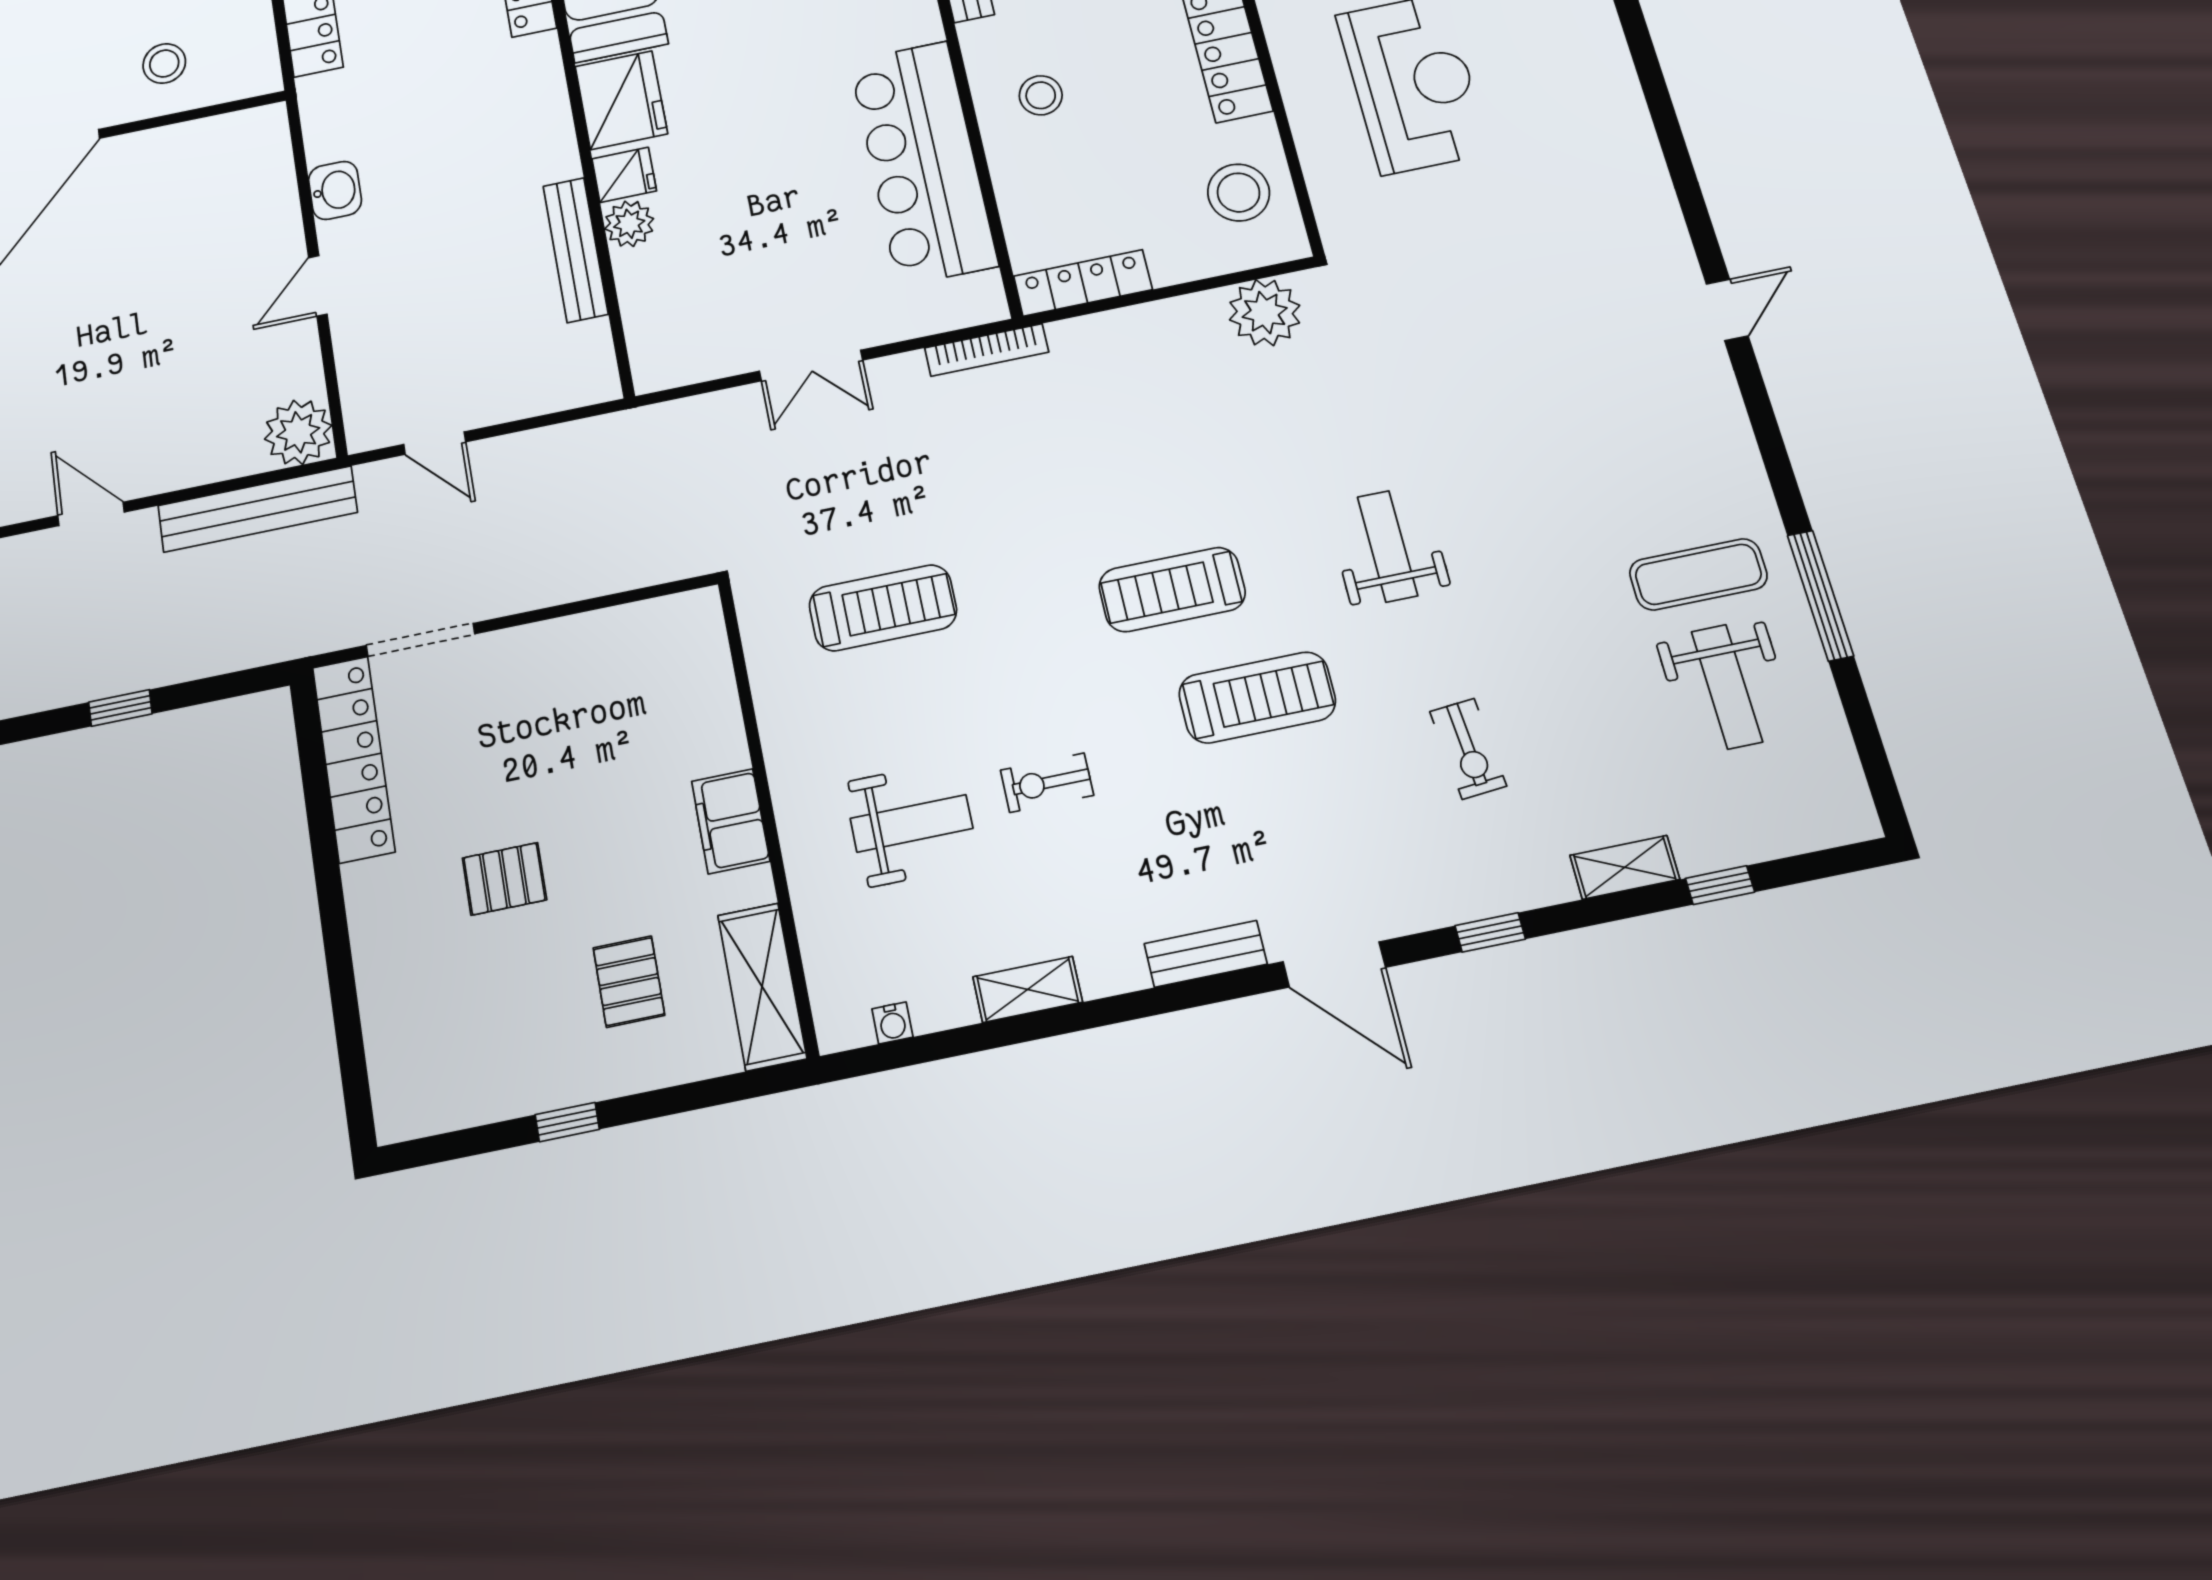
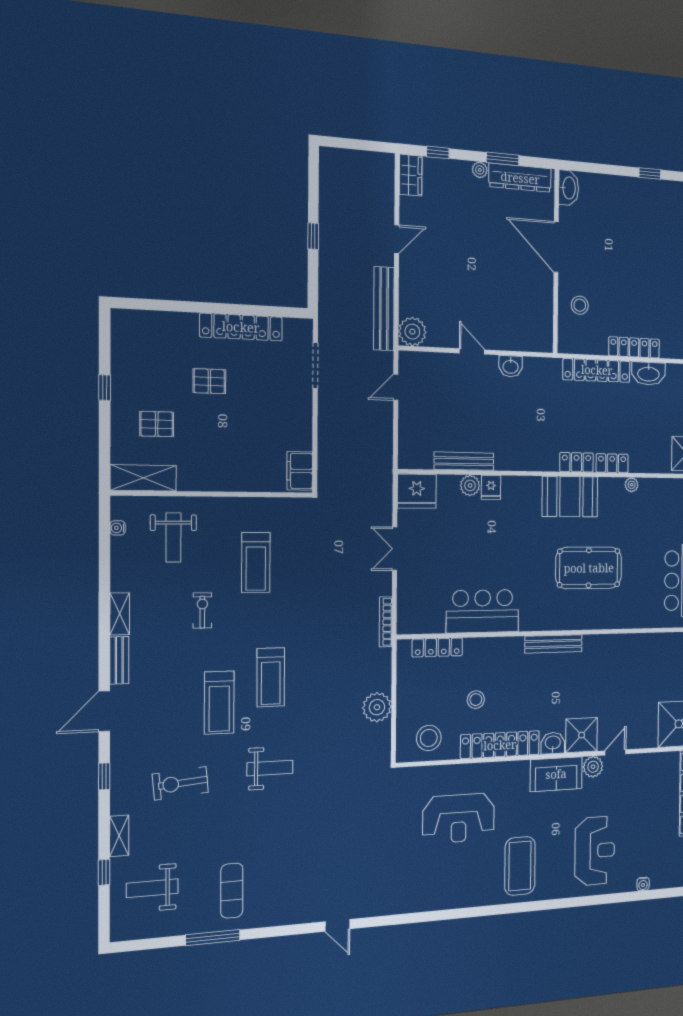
stool: (1041, 95) -> (476, 700), moved
fridge: (621, 100) -> (417, 491), moved
bar counter: (923, 162) -> (483, 611), width x0.73
locker: (1083, 283) -> (437, 647), moved, turned 90
plant: (1265, 313) -> (377, 707), moved
treadmill: (1172, 590) -> (271, 677), turned 180
treadmill: (883, 608) -> (256, 562), moved
weight bench: (1727, 687) -> (152, 888), moved
exercise bike: (1468, 749) -> (180, 783), width x1.38, depth x1.39
locker: (353, 759) -> (241, 327), moved
filing cabinet: (731, 821) -> (300, 471), moved, turned -90
weight bench: (911, 823) -> (173, 537), moved
pallet: (504, 879) -> (209, 381), turned 90
shelving: (1028, 989) -> (120, 614), moved

